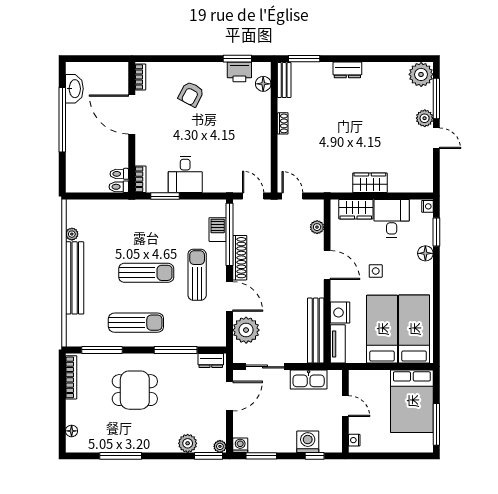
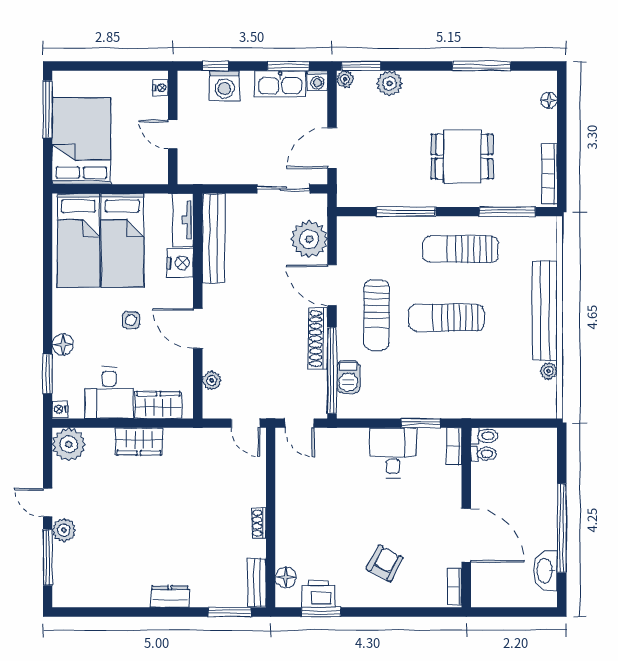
plant: (421, 74) -> (69, 444), moved
dresser: (211, 360) -> (358, 197), removed
kitchen sink: (309, 380) -> (280, 84), moved, turned 180

